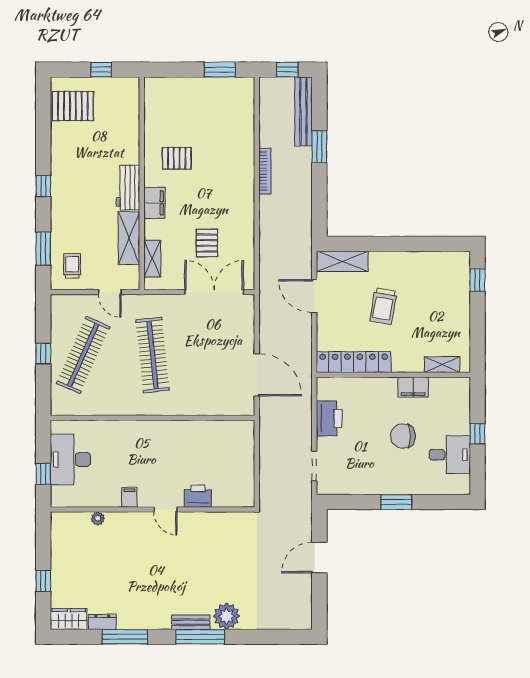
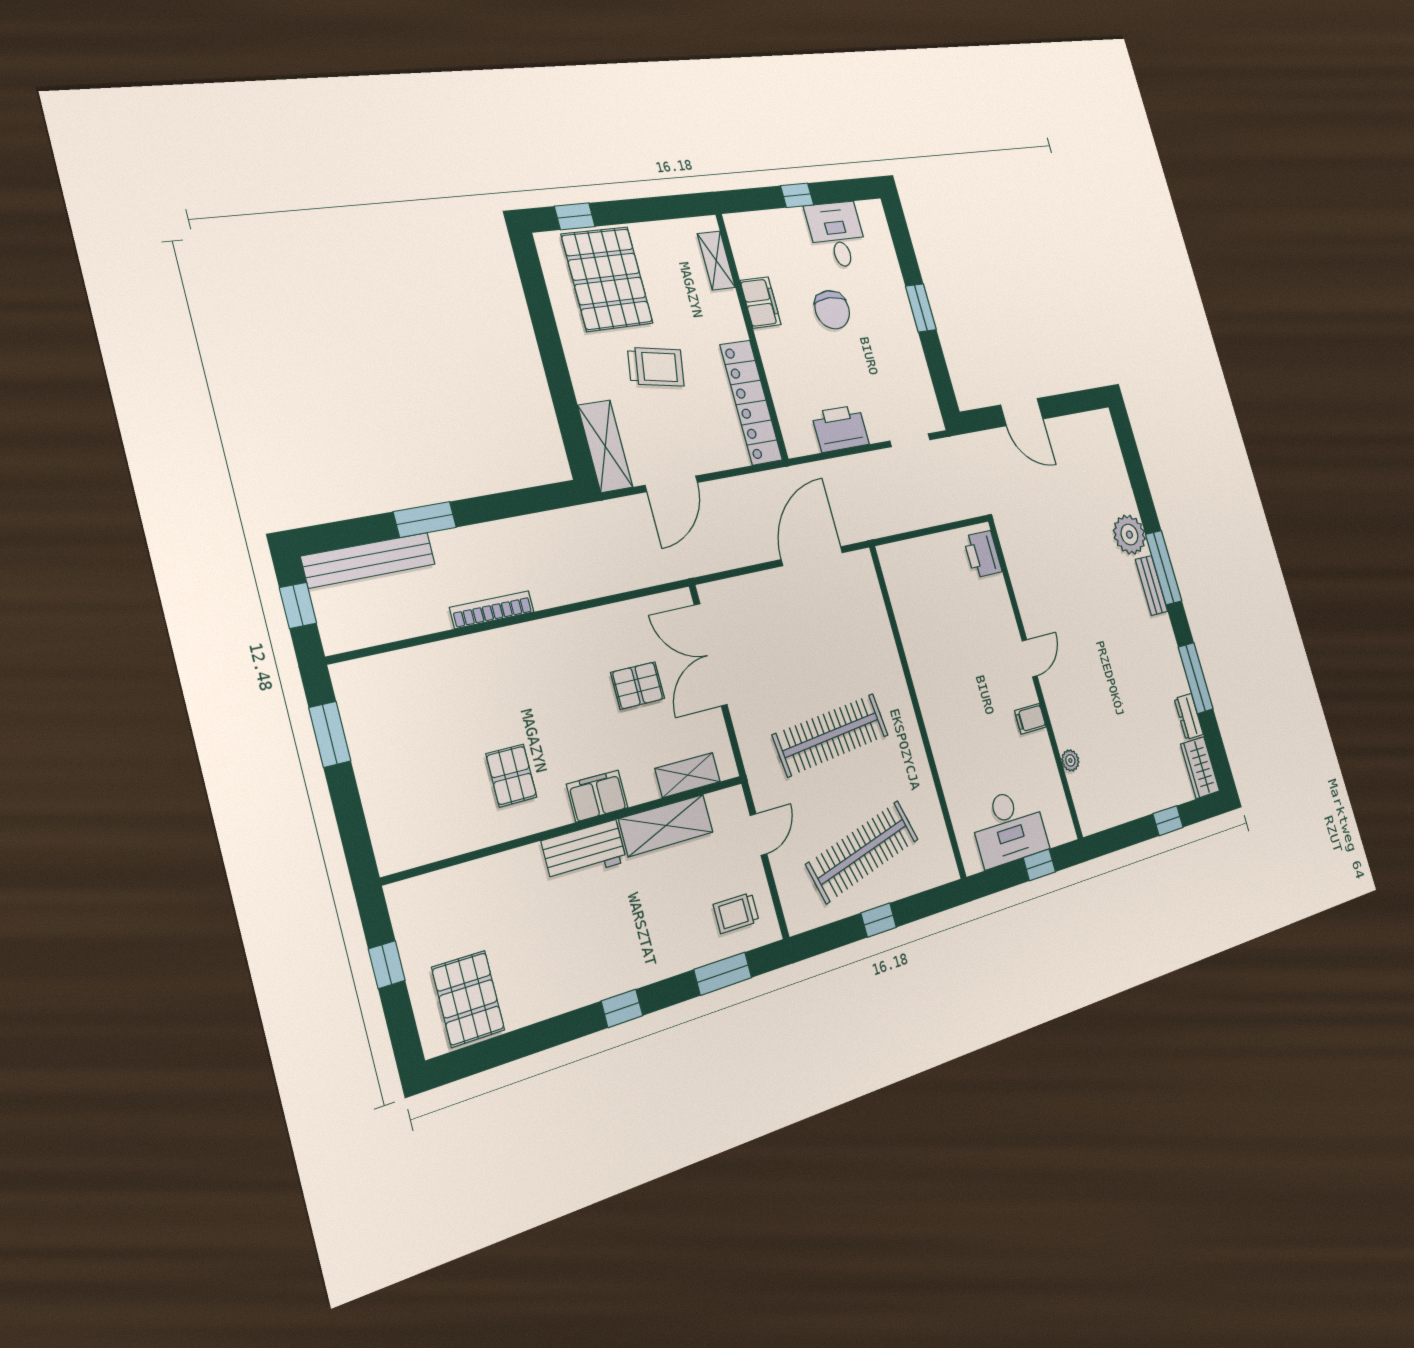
pallet: (439, 290) -> (607, 279), added
clothes rail: (83, 355) -> (863, 852), turned -39
printer: (198, 496) -> (983, 554), moved

